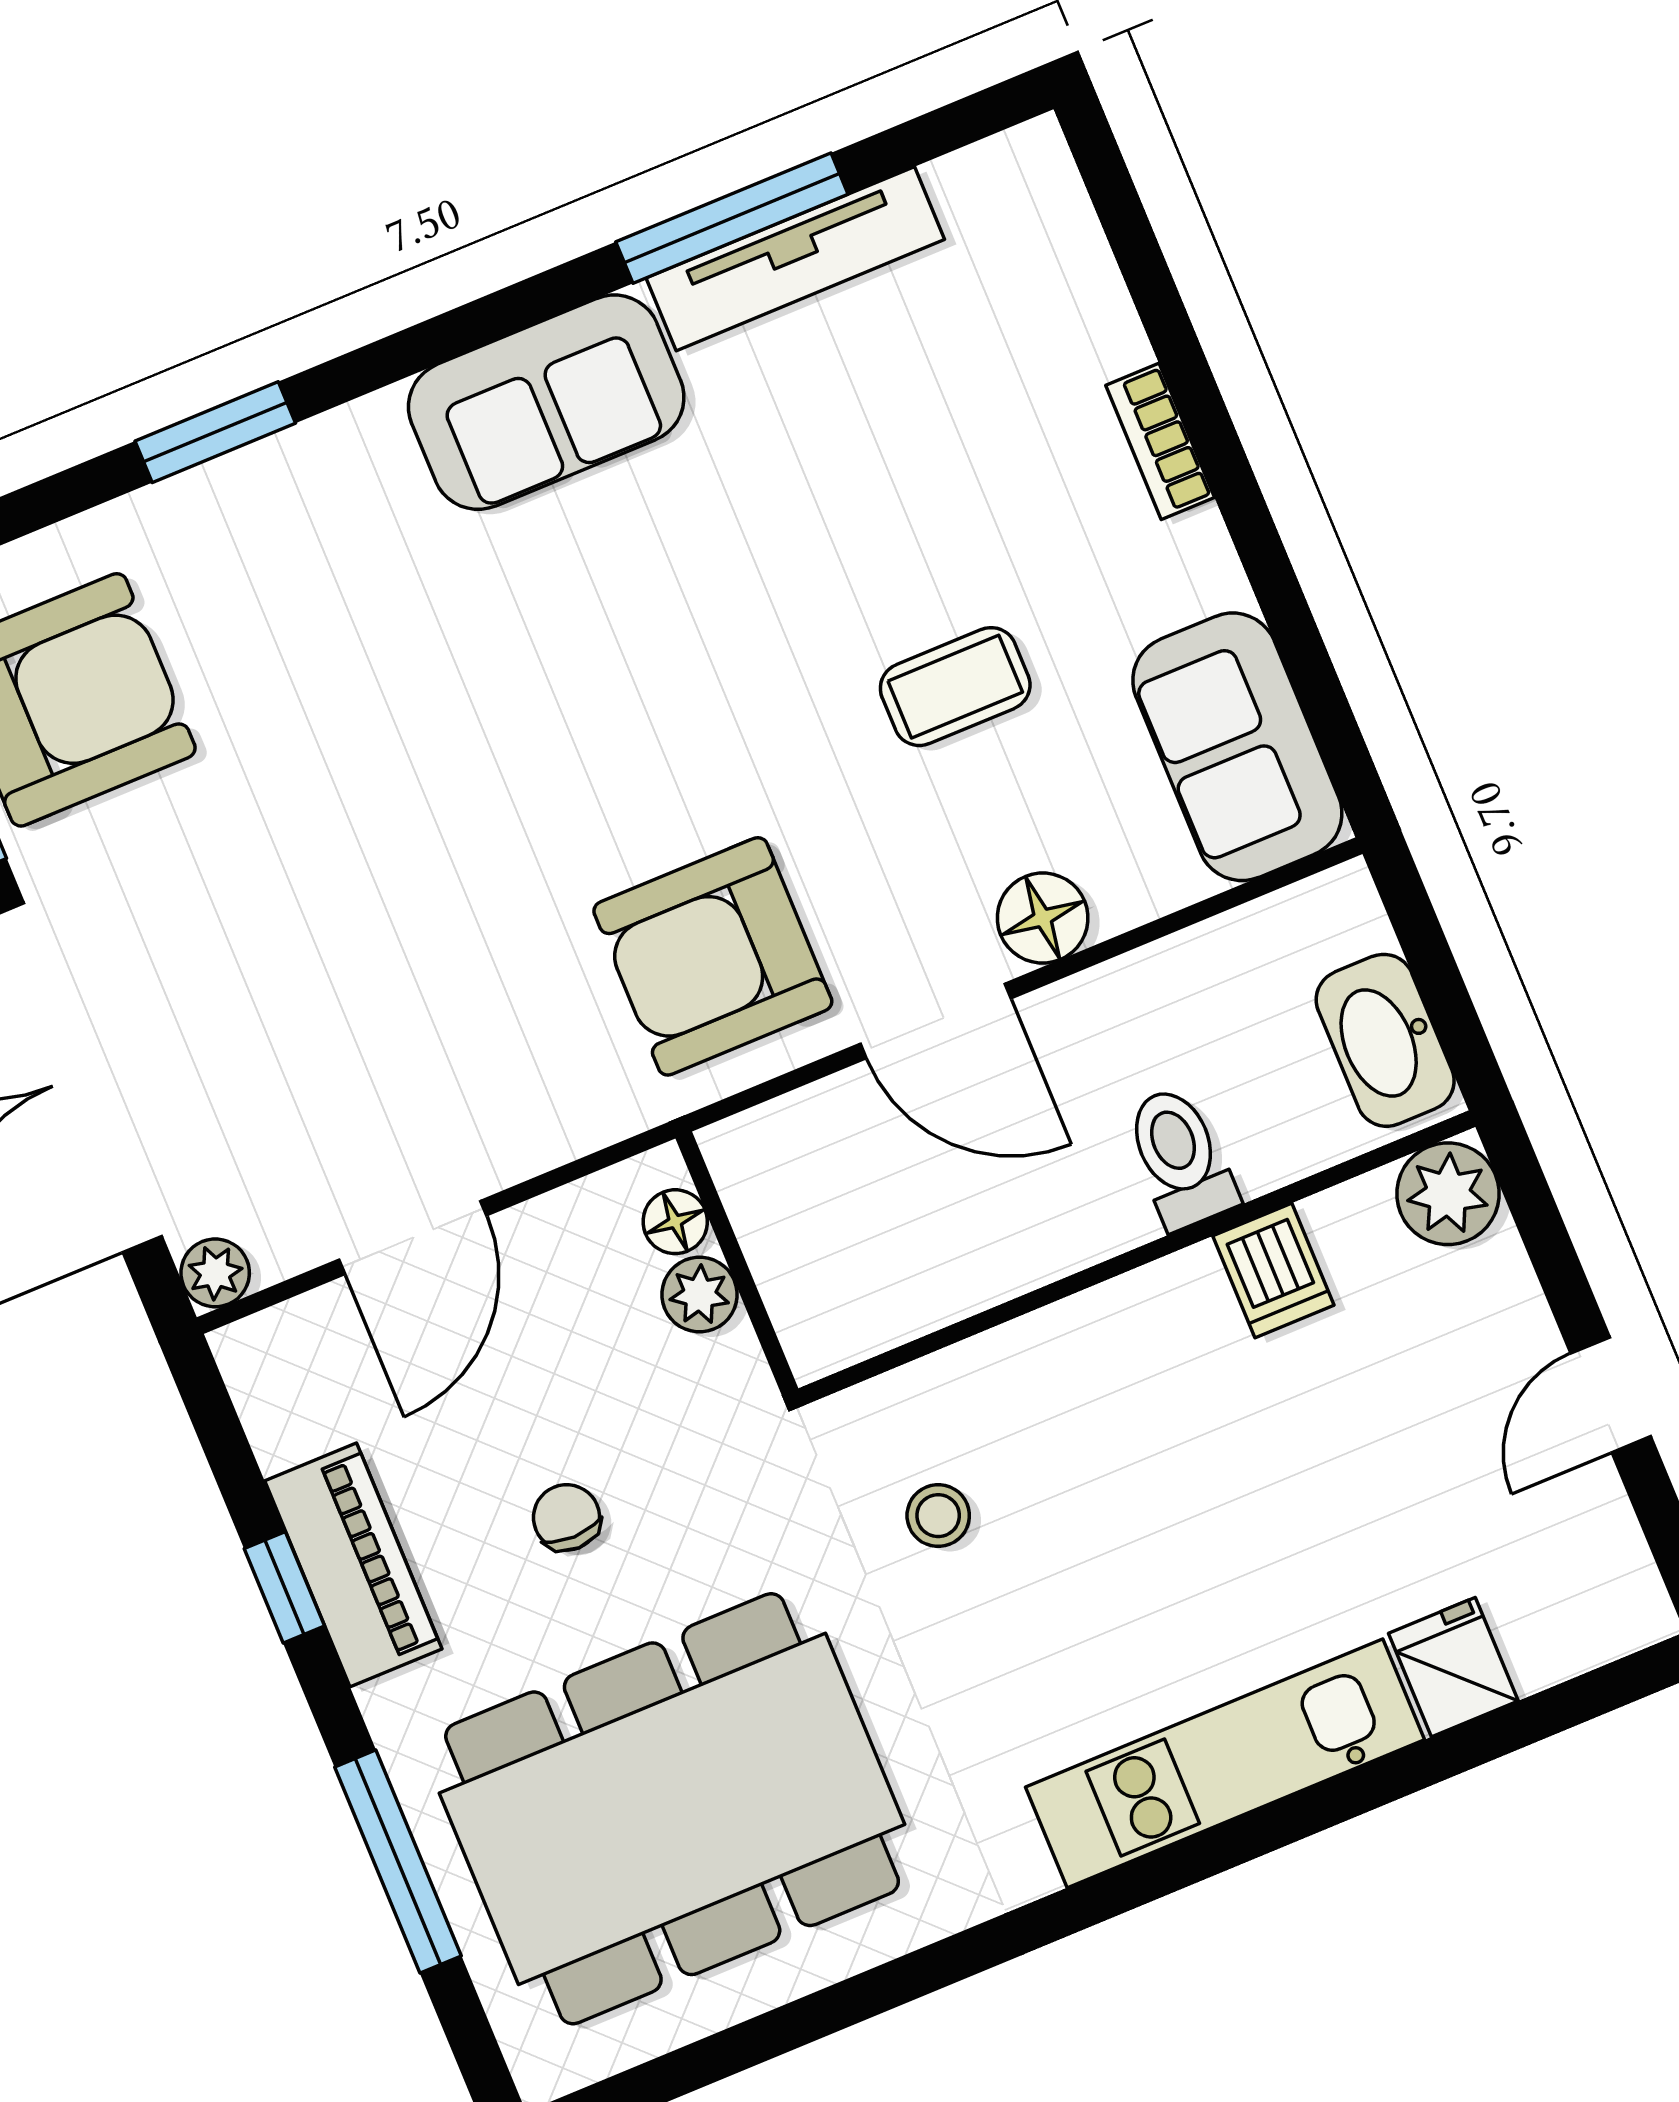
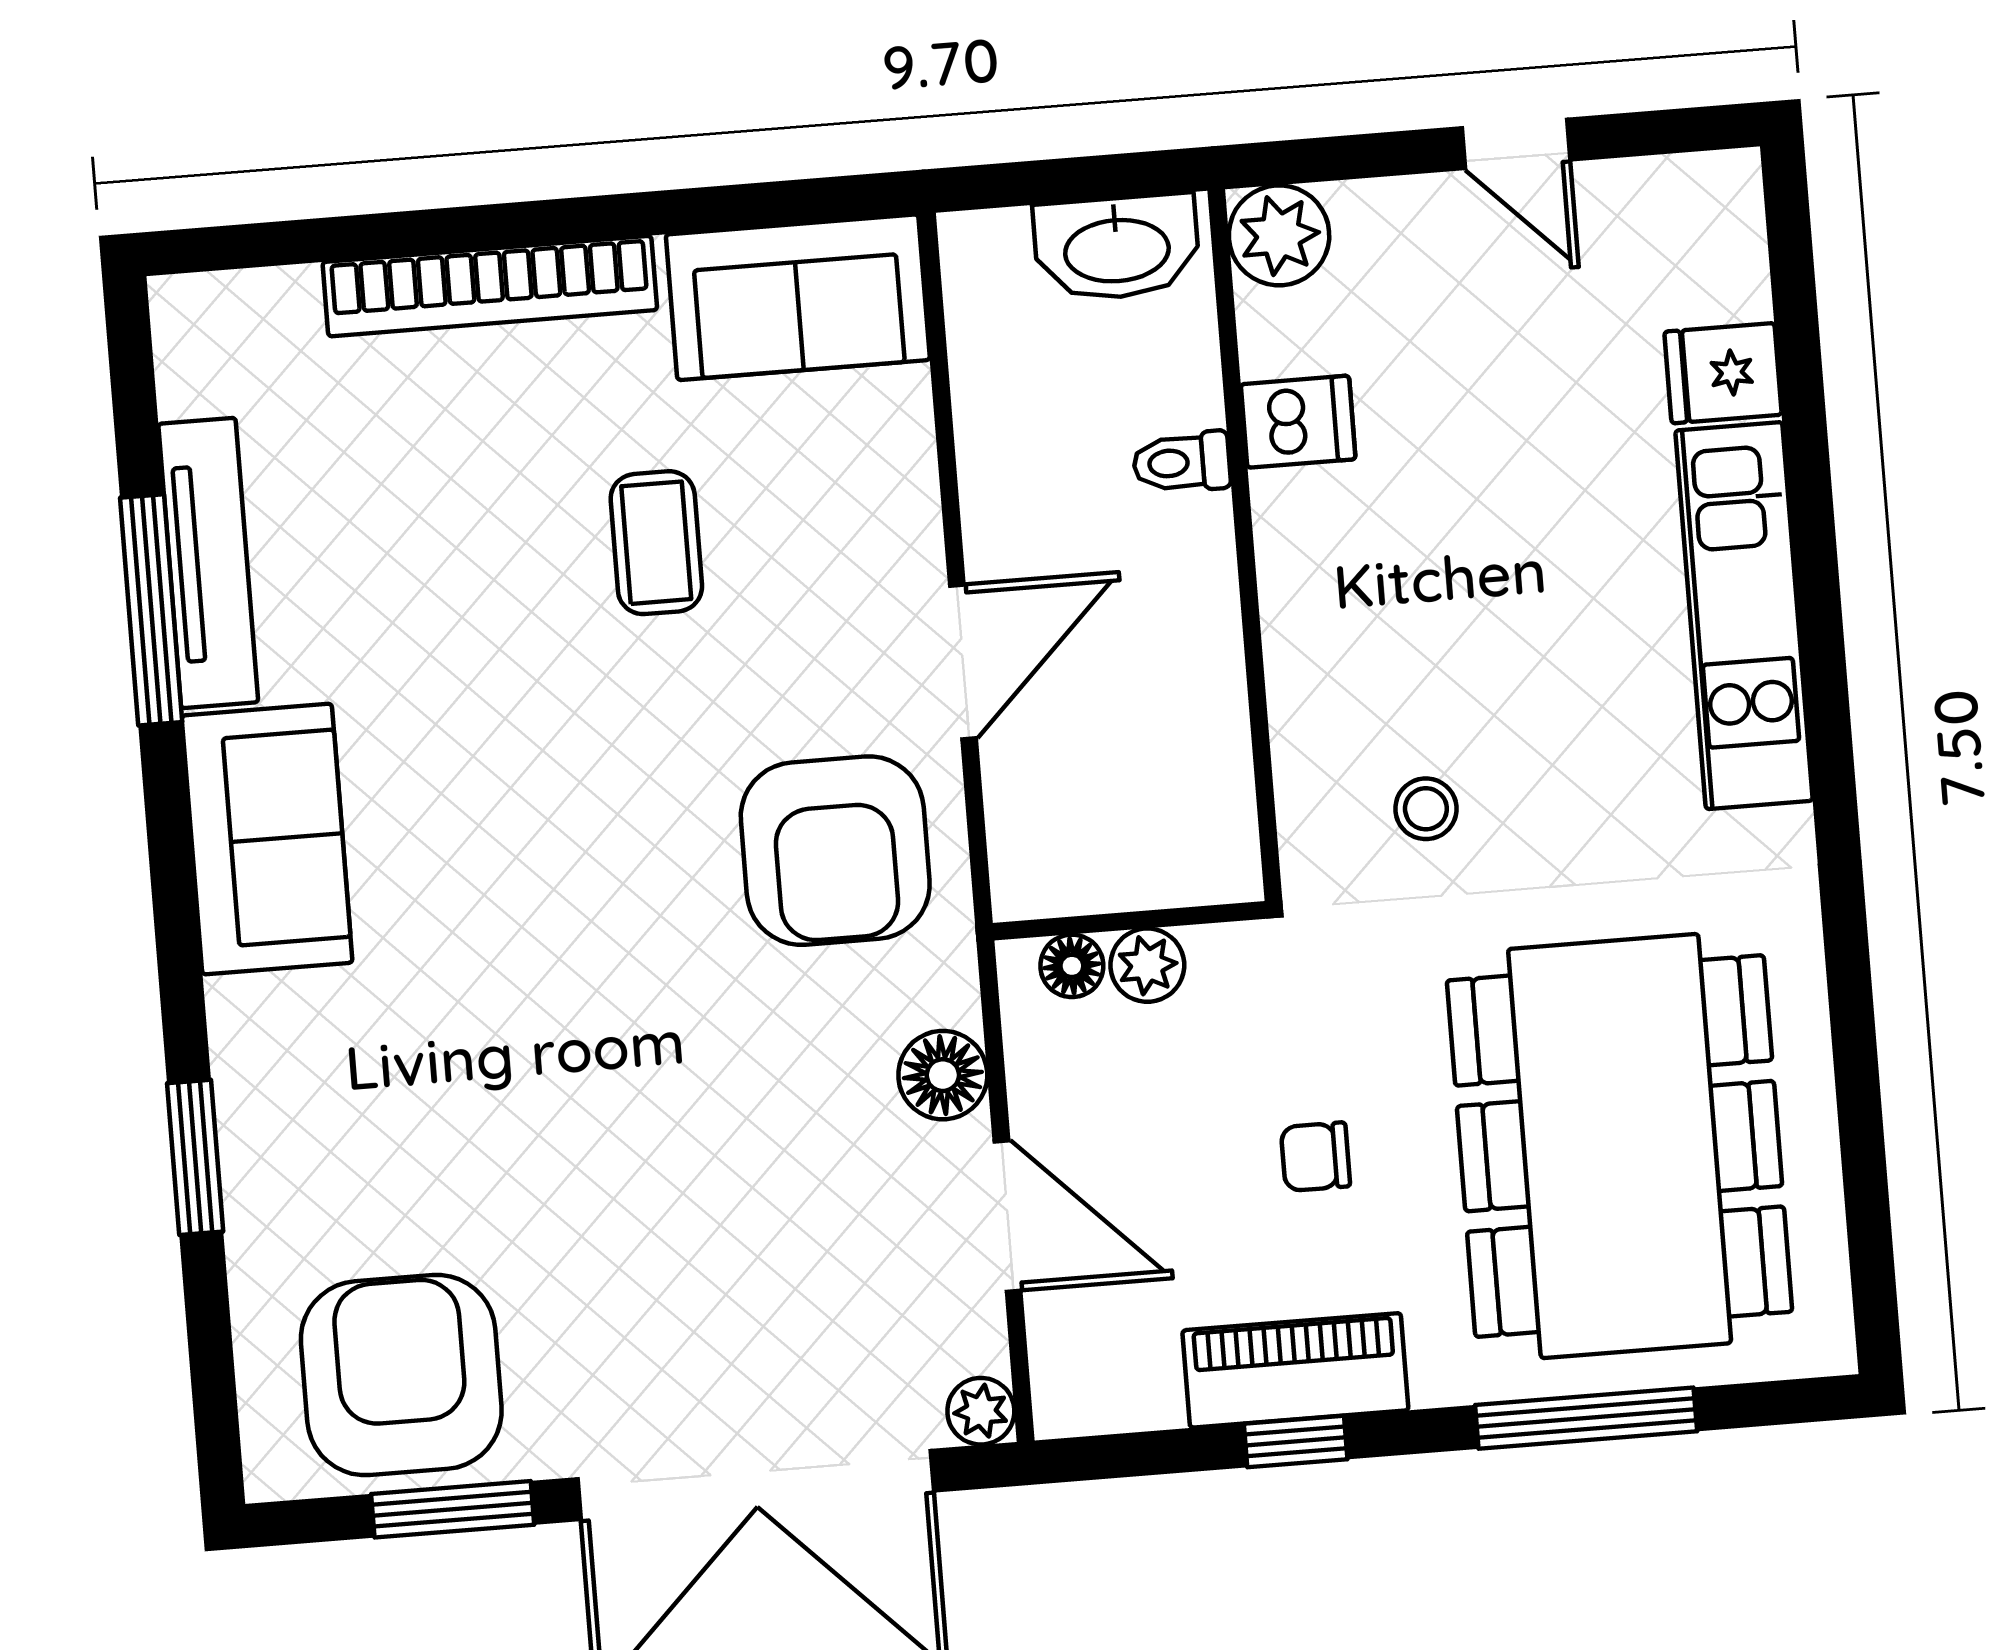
bookcase: (1160, 441) -> (490, 286), width x2.31, depth x1.31
floor lamp: (1043, 918) -> (943, 1075), moved
toilet: (1180, 1158) -> (1182, 462), width x0.73, depth x0.72

